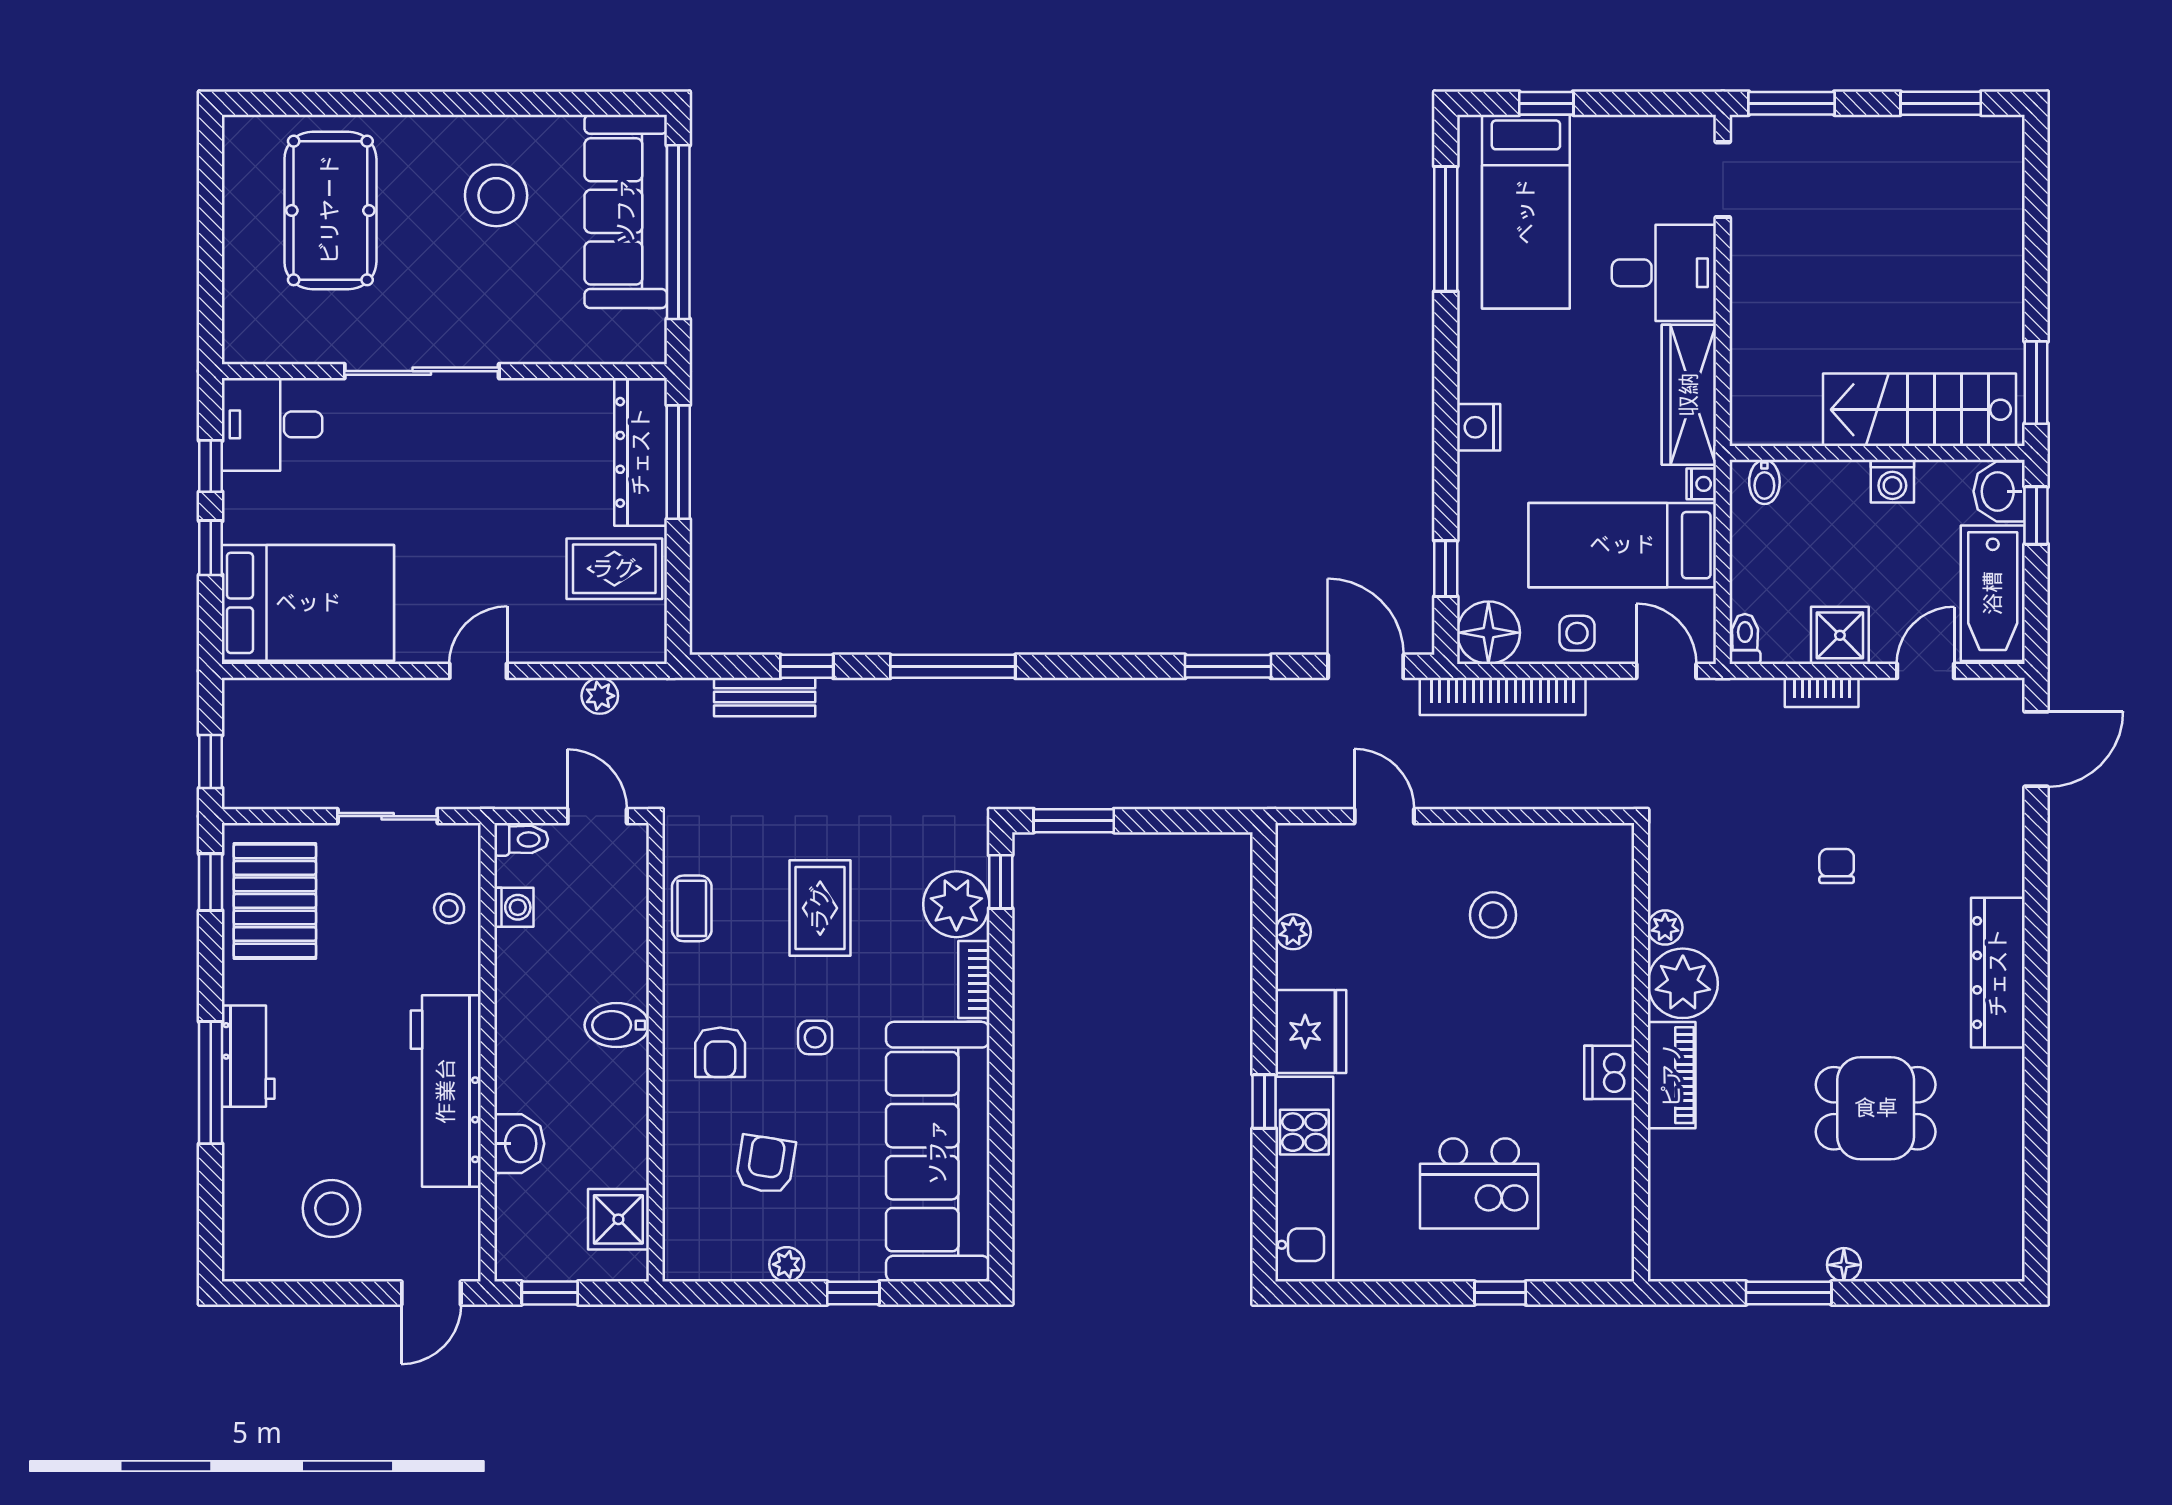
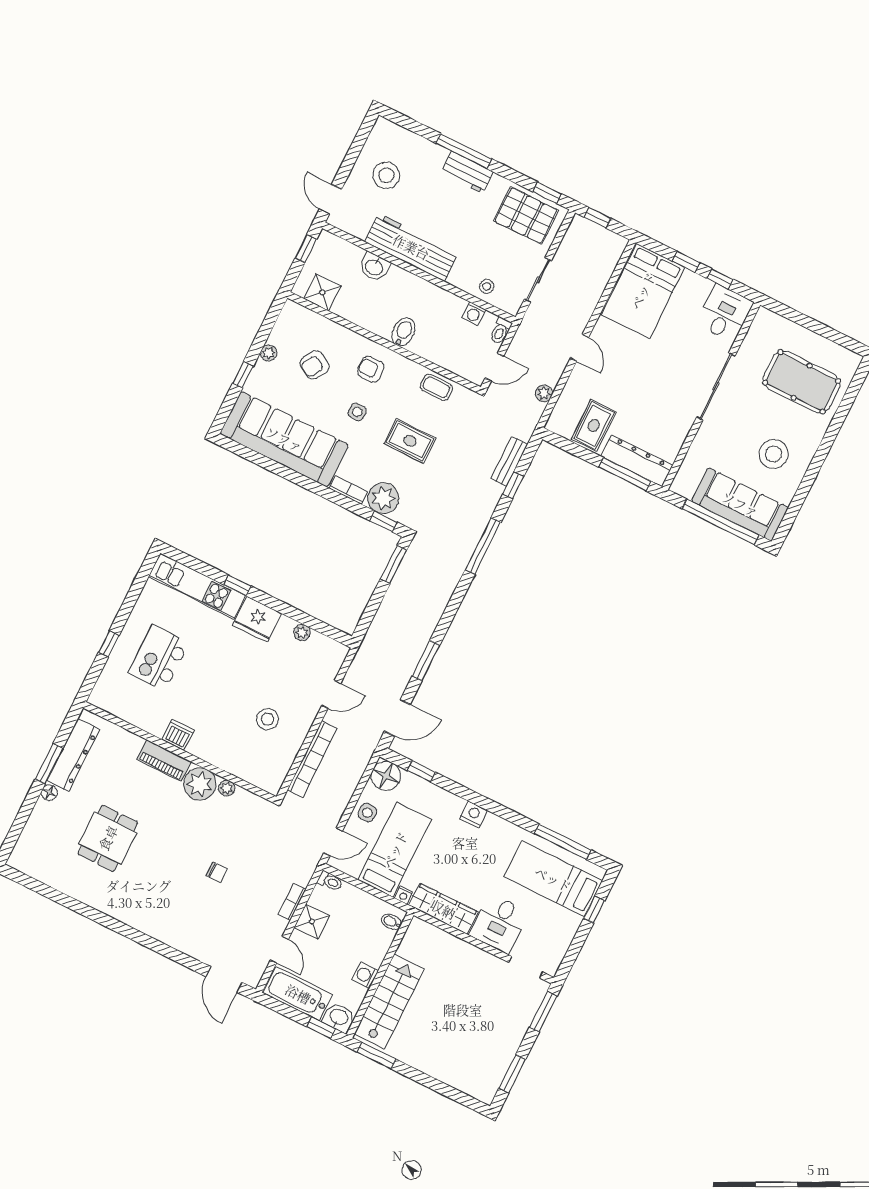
bookcase: (1503, 696) -> (312, 759), moved, turned 180
dresser: (1998, 973) -> (73, 755), moved, turned 90
armchair: (765, 1164) -> (315, 365), turned 112

